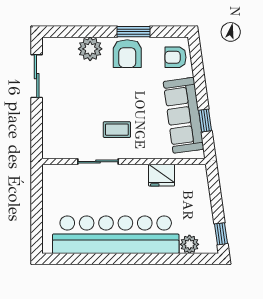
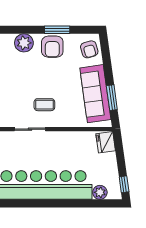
armchair: (176, 57) -> (89, 49), turned -106
window: (205, 120) -> (112, 98), width x1.50
fridge: (162, 175) -> (106, 142), moved, turned 82

